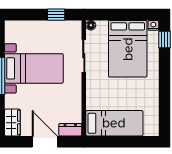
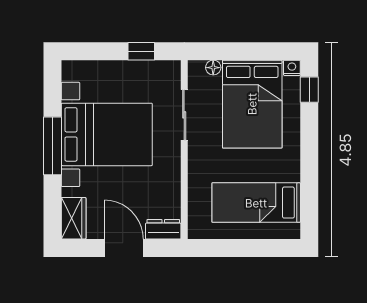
floor lamp: (91, 25) -> (213, 68), moved
bed with nightstands: (34, 68) -> (107, 134), width x1.36
bed: (114, 123) -> (256, 203), moved, turned 180

